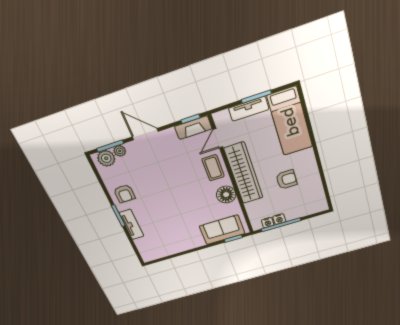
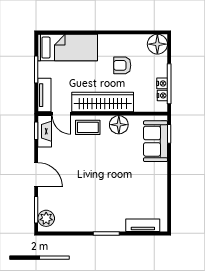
tv unit: (249, 109) -> (44, 95), moved
door: (145, 134) -> (36, 175), swing flipped
plant: (120, 151) -> (43, 203), removed
armchair: (286, 180) -> (122, 65), turned -90
armchair: (124, 194) -> (86, 218), removed
floor lamp: (317, 204) -> (157, 44), added
tv unit: (131, 224) -> (143, 225), moved

